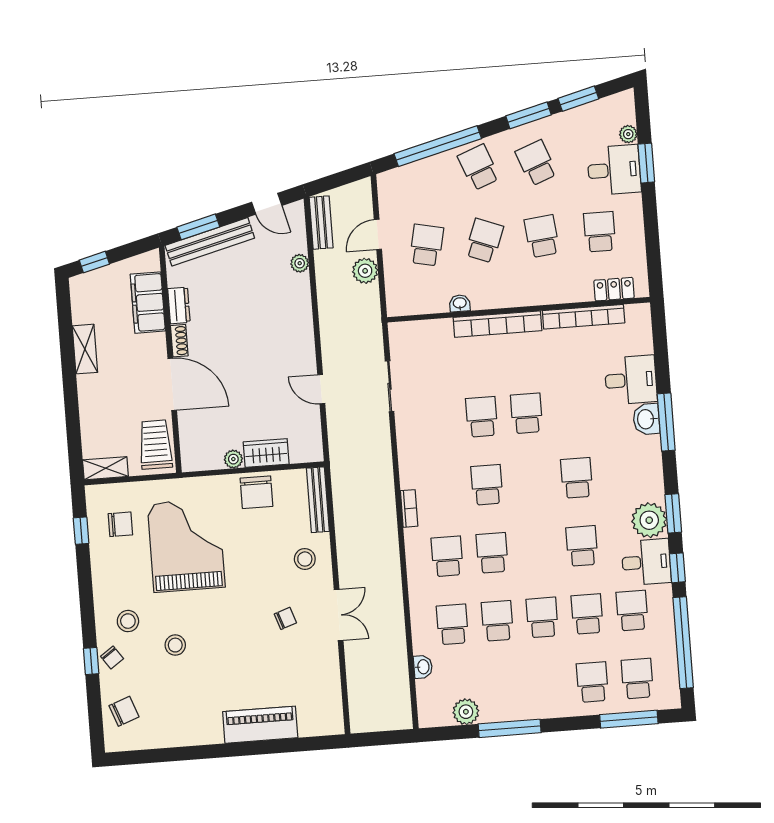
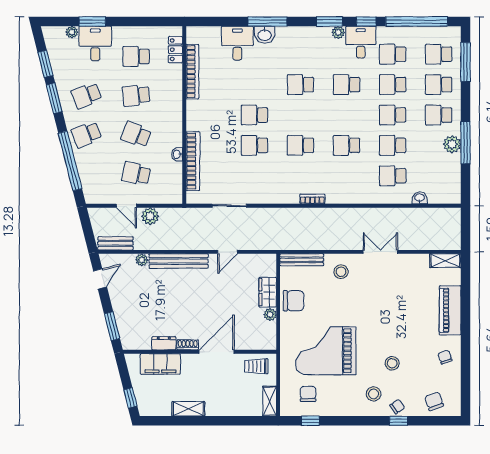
bench: (210, 242) -> (179, 261), moved, turned -76
bookcase: (498, 324) -> (193, 161), moved
trolley: (155, 445) -> (256, 366), width x0.73, depth x0.72
plant: (649, 520) -> (338, 32), width x0.53, depth x0.53
school desk: (447, 556) -> (439, 115), moved
chair: (285, 618) -> (445, 357), moved
shelving: (333, 712) -> (445, 261), added
plant: (466, 712) -> (452, 144), moved

